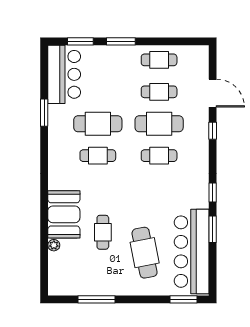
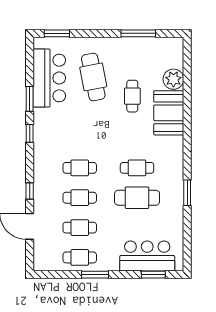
window: (121, 41) -> (95, 275), moved
bar counter: (64, 74) -> (147, 256), moved, turned 90
window: (44, 113) -> (187, 193), moved
cafe table: (159, 124) -> (80, 198), width x0.73, depth x0.74
plant: (54, 245) -> (173, 79), width x1.88, depth x1.88
bar counter: (192, 252) -> (49, 78), width x0.73

